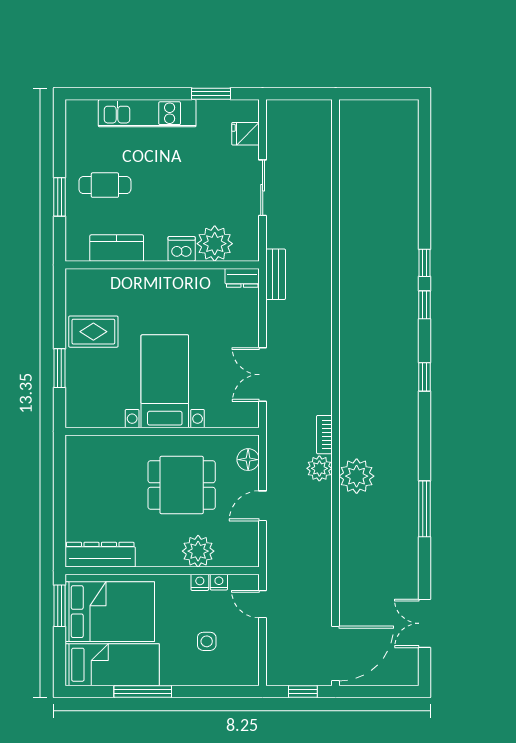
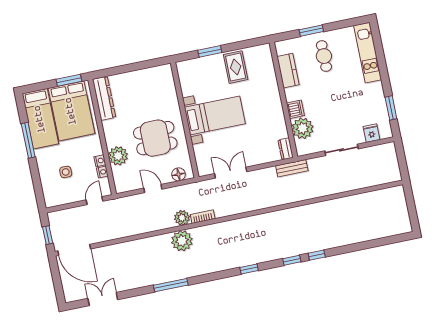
kitchen unit: (147, 113) -> (368, 53), moved
dining table: (182, 485) -> (155, 138), turned 90

